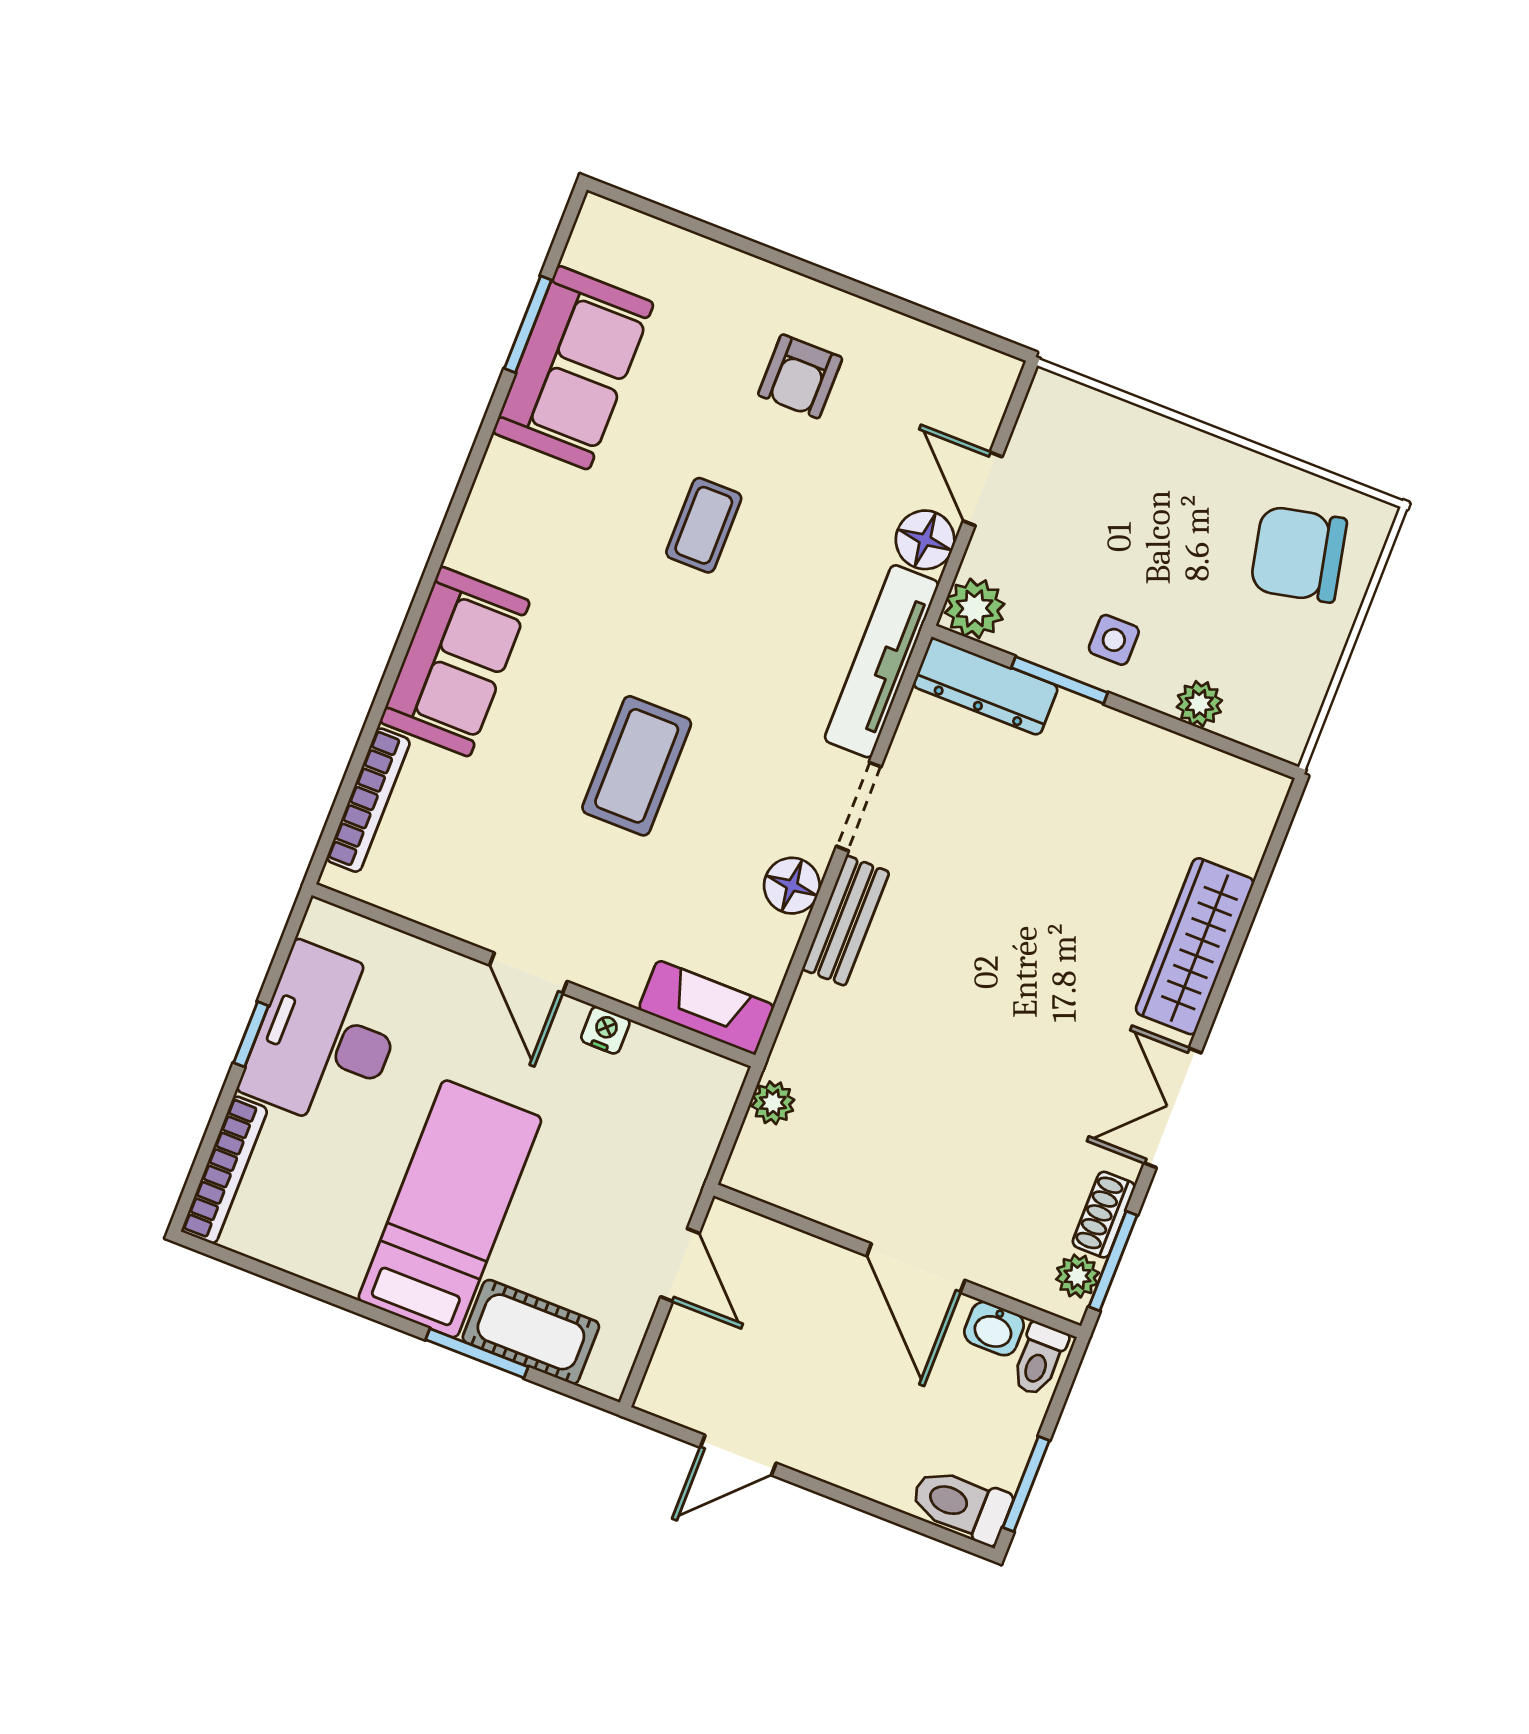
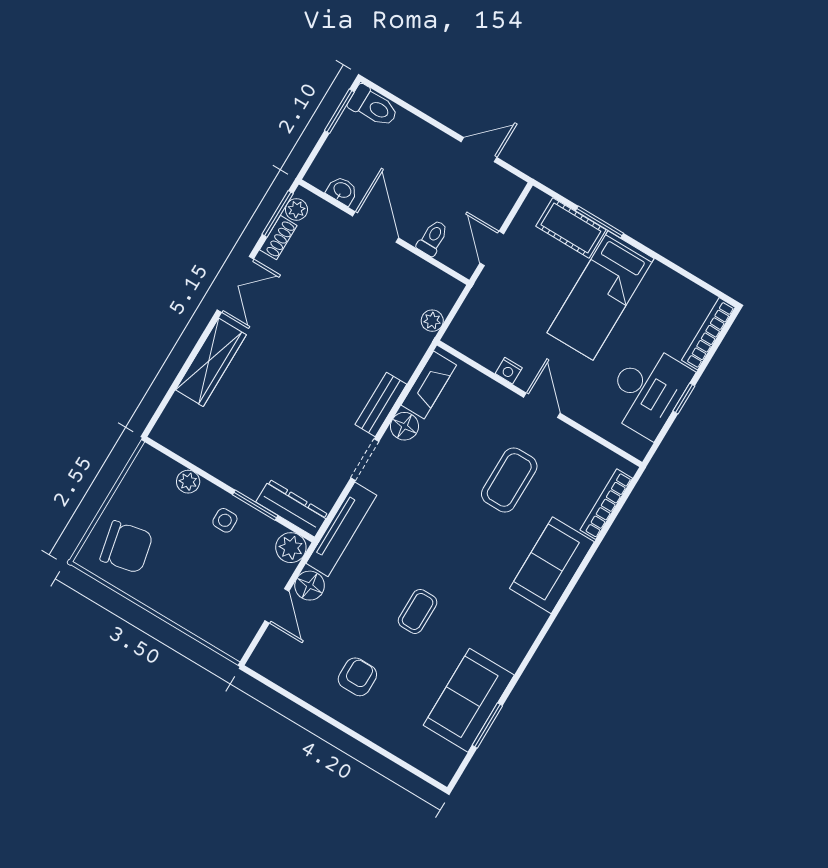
coffee table: (637, 766) -> (509, 480), moved
fireplace: (706, 1007) -> (429, 385), moved, turned -90
toilet: (1039, 1359) -> (433, 238), moved

